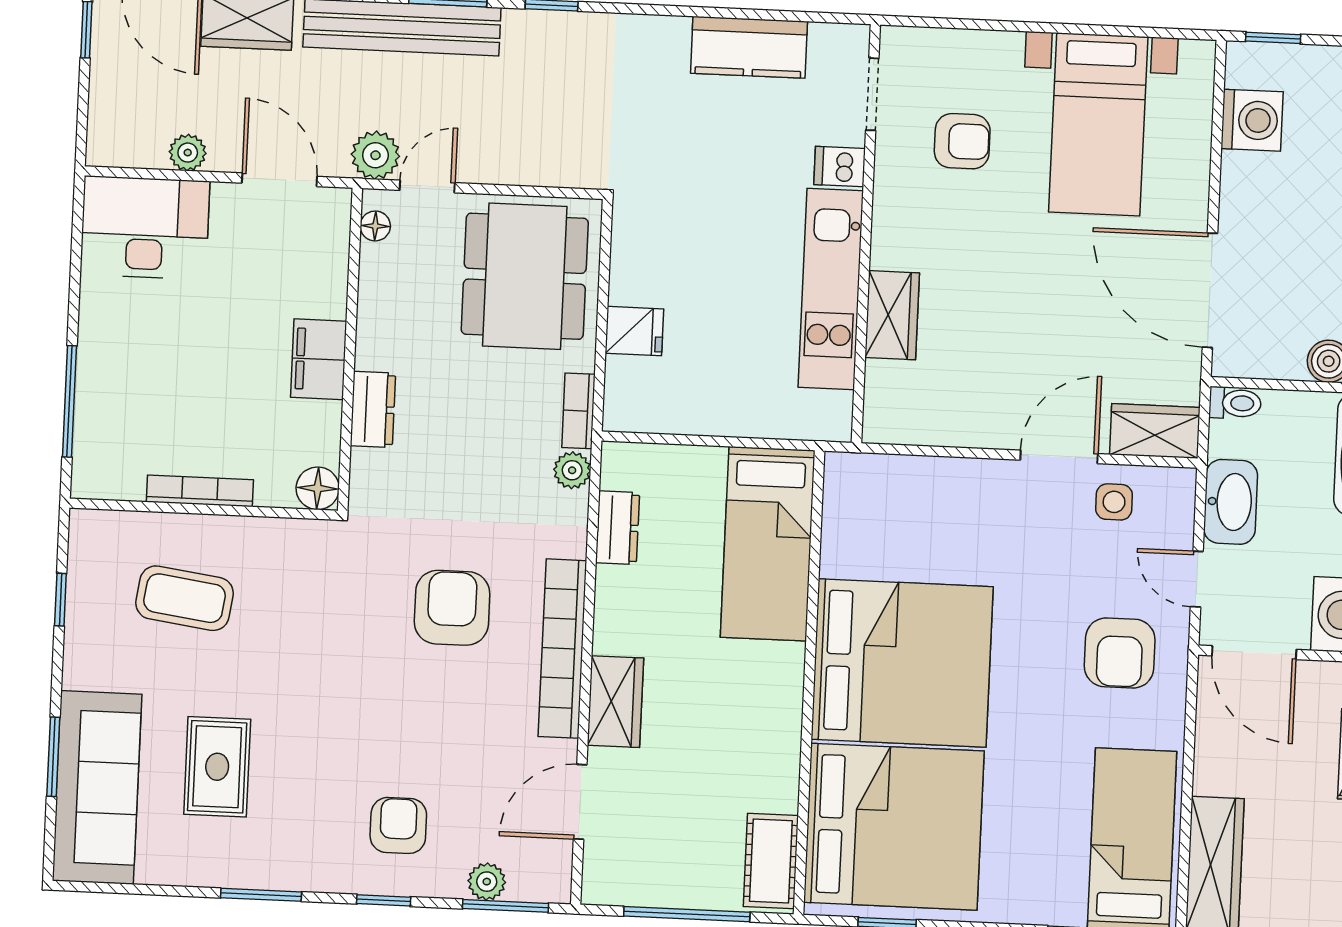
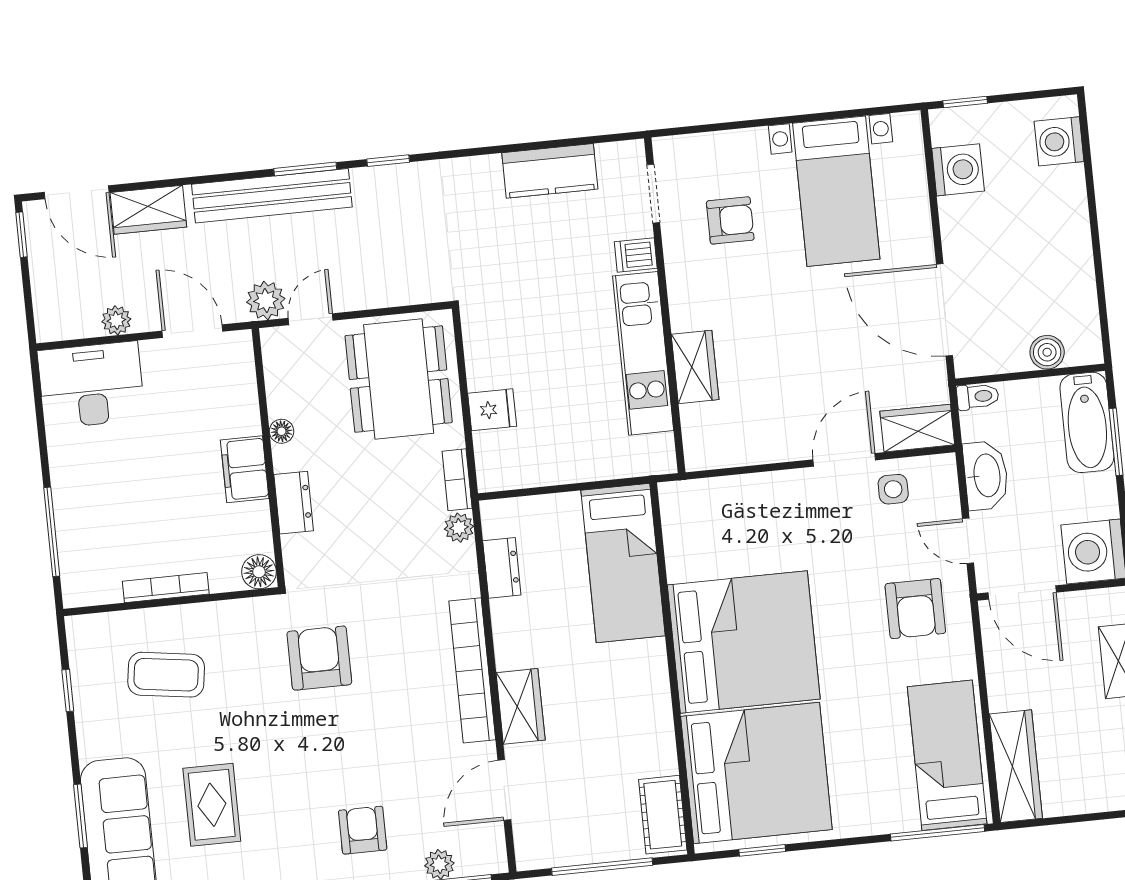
floor lamp: (375, 226) -> (282, 431), moved
armchair: (452, 608) -> (319, 658), moved

